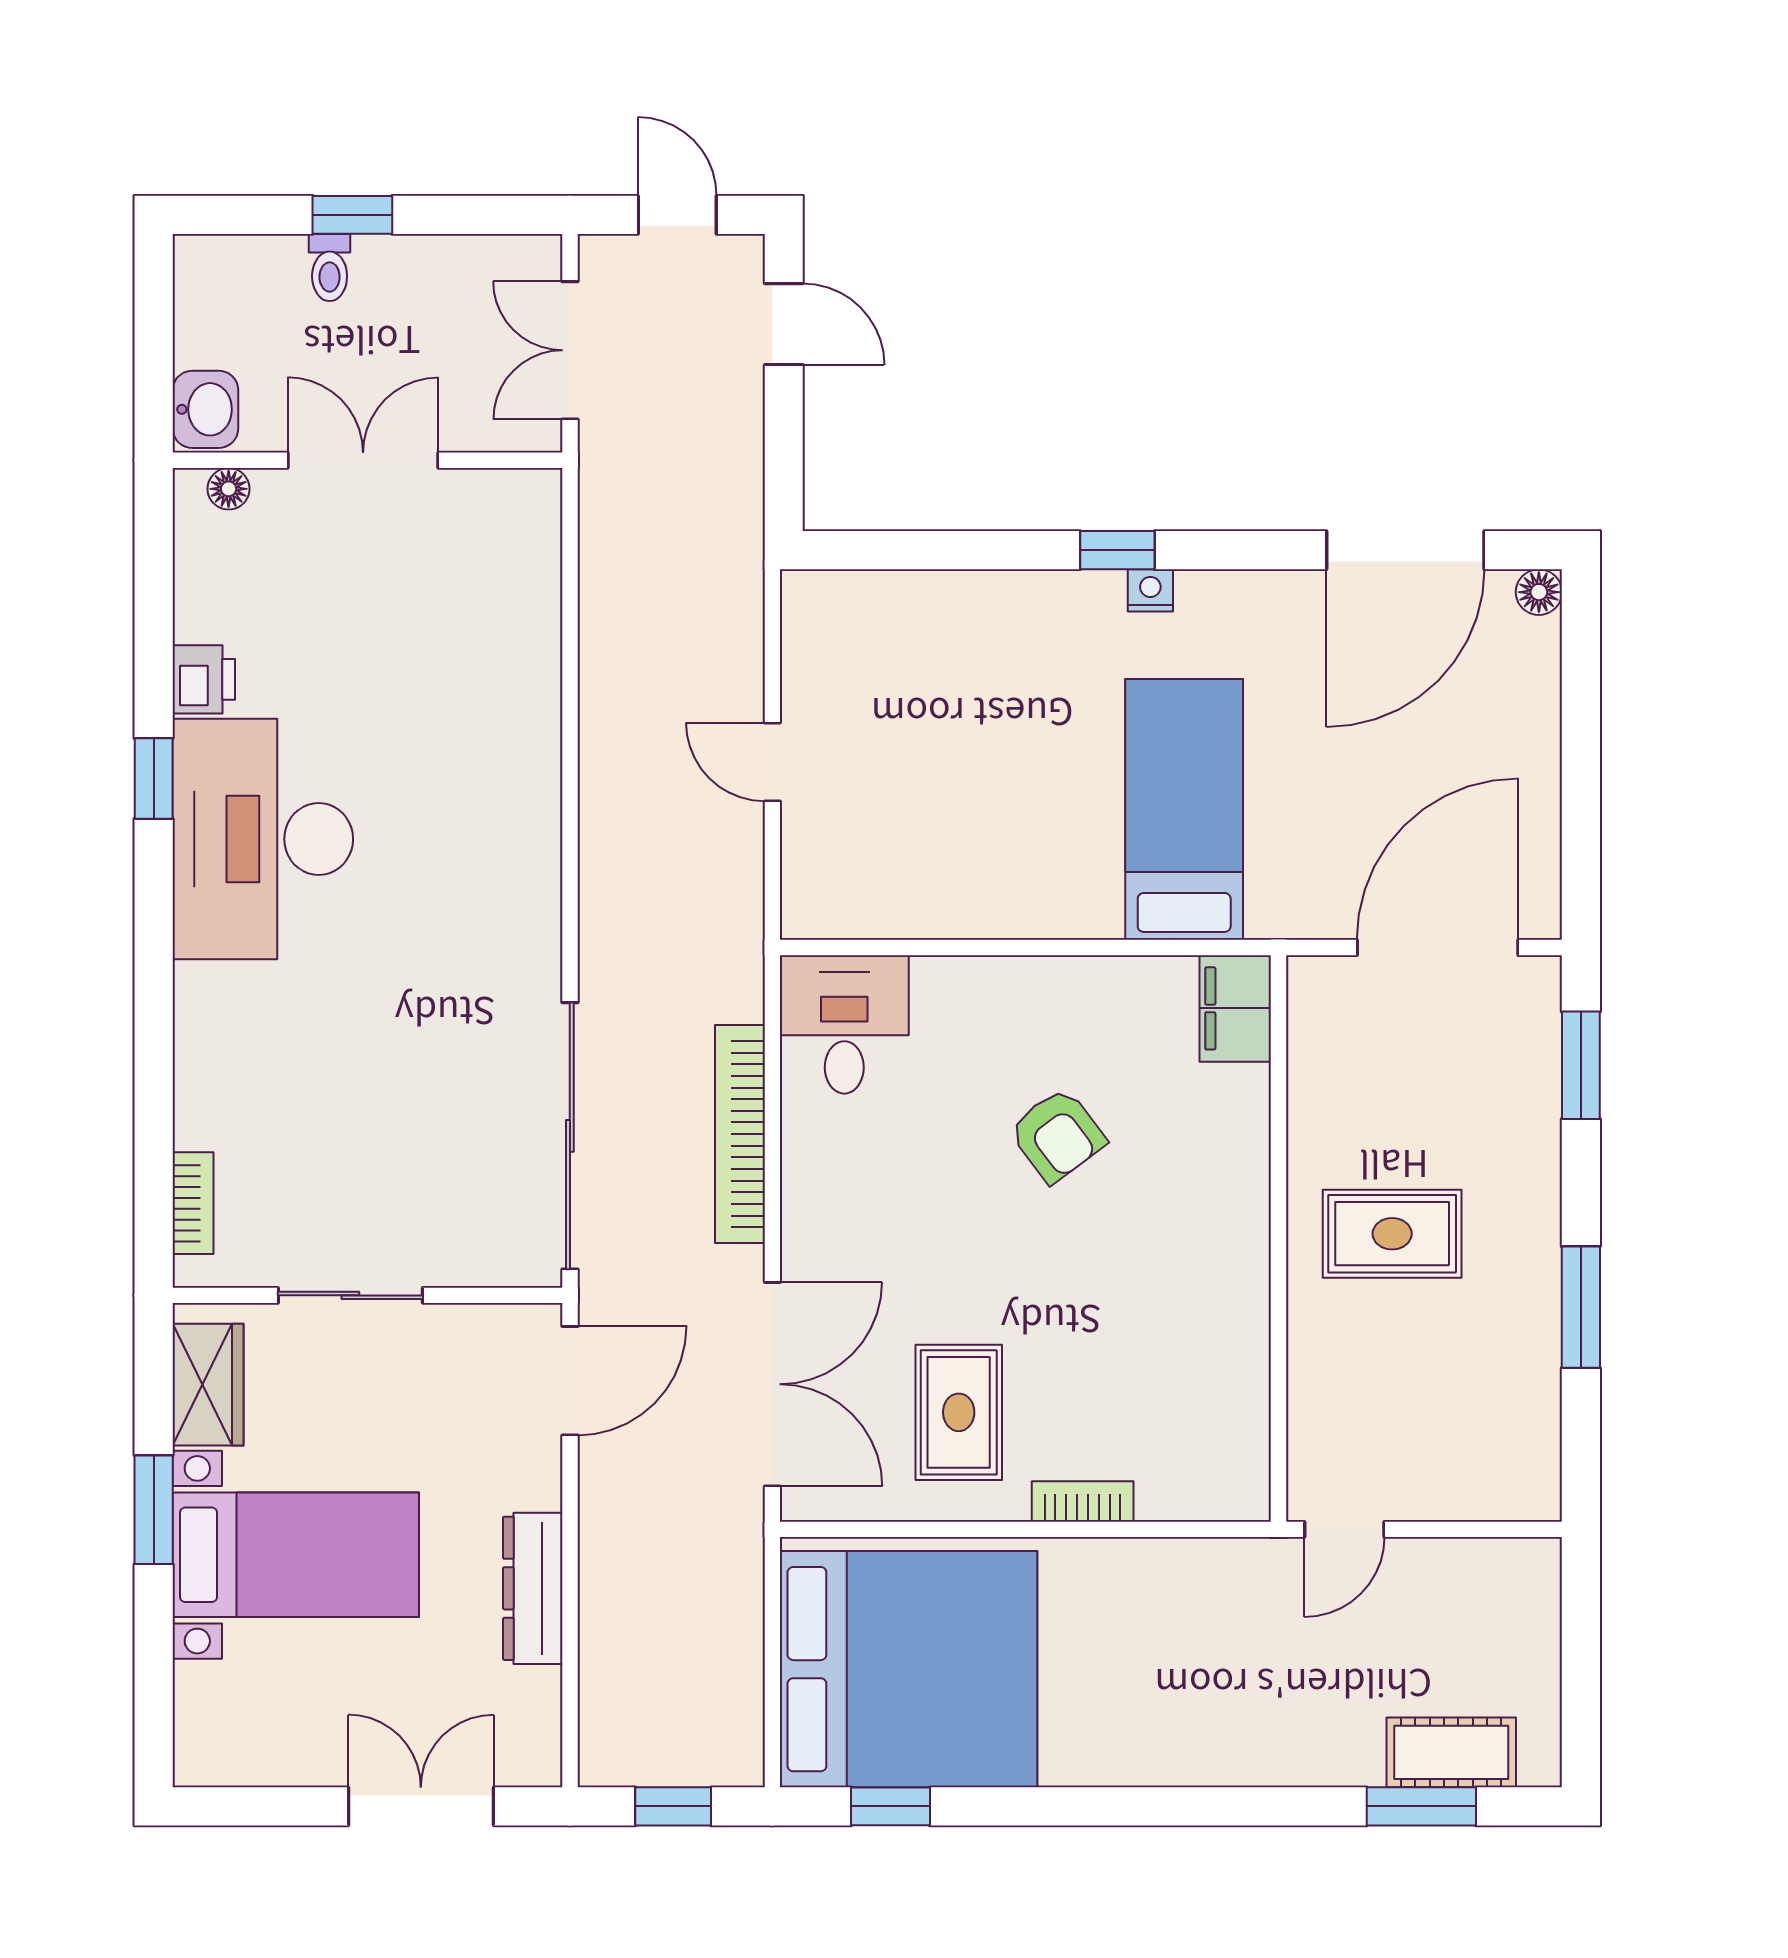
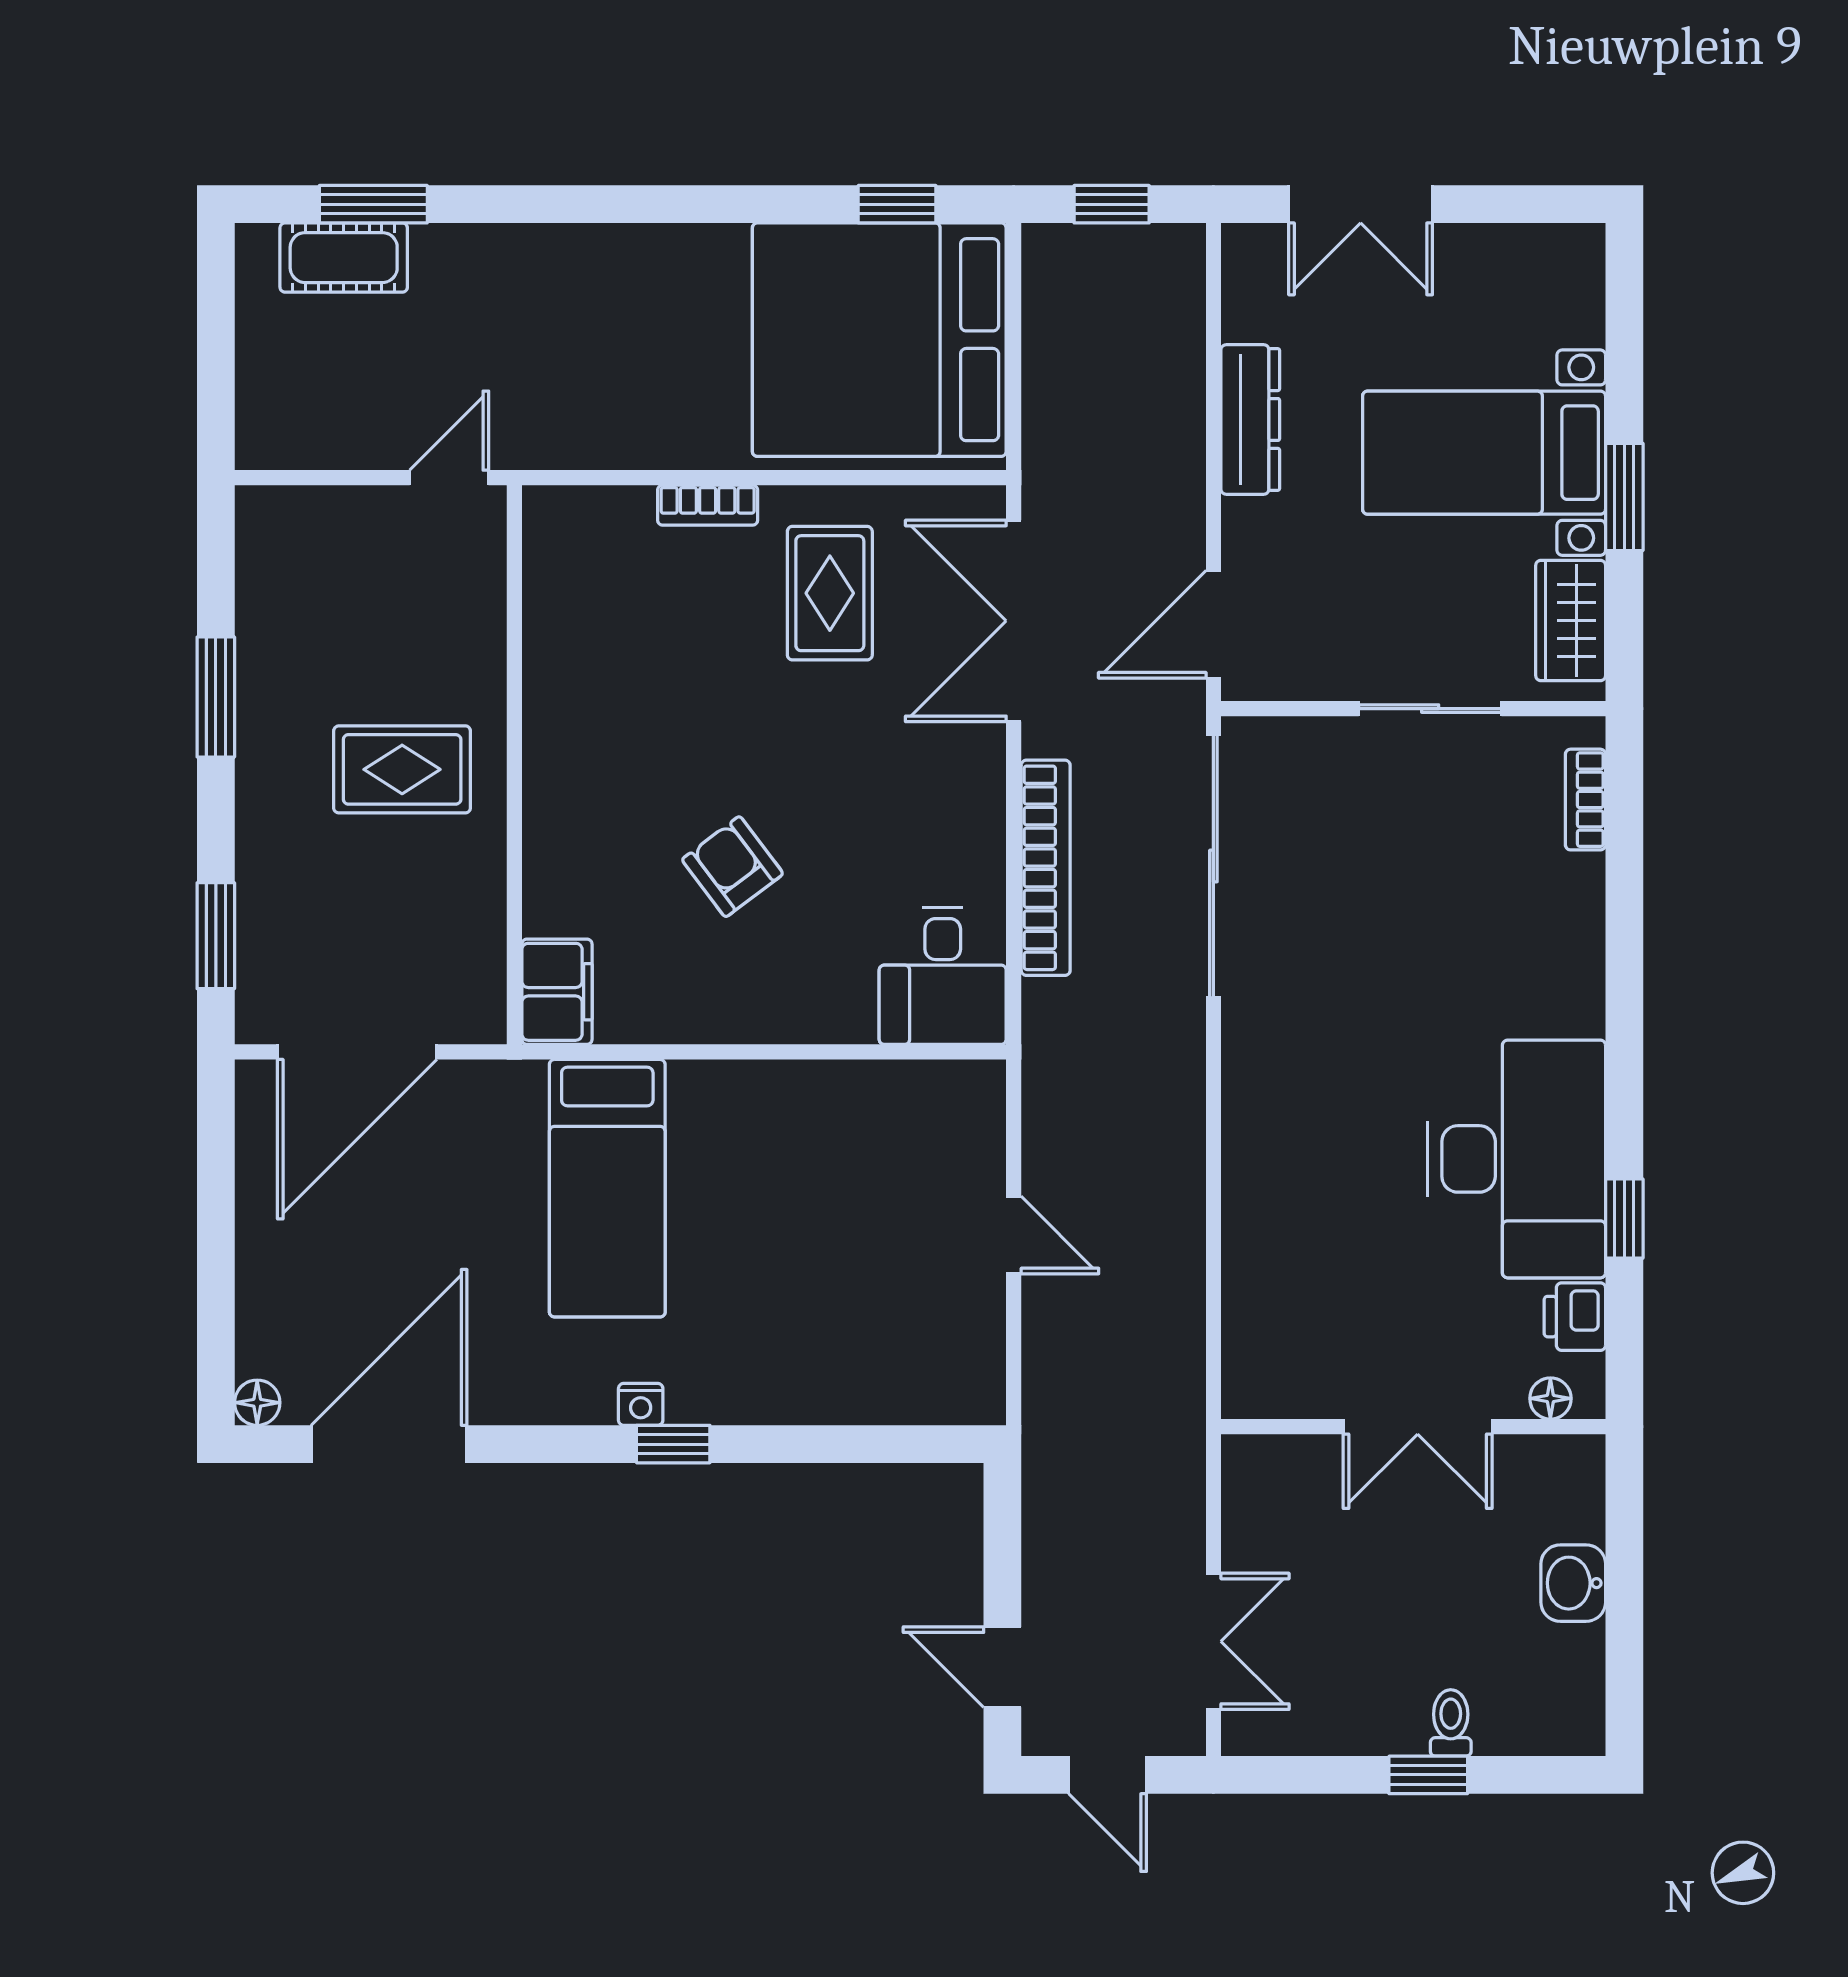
double door: (363, 460) -> (1418, 1427), moved
wall: (368, 460) -> (1413, 1427), moved
floor lamp: (229, 489) -> (1550, 1398), moved

